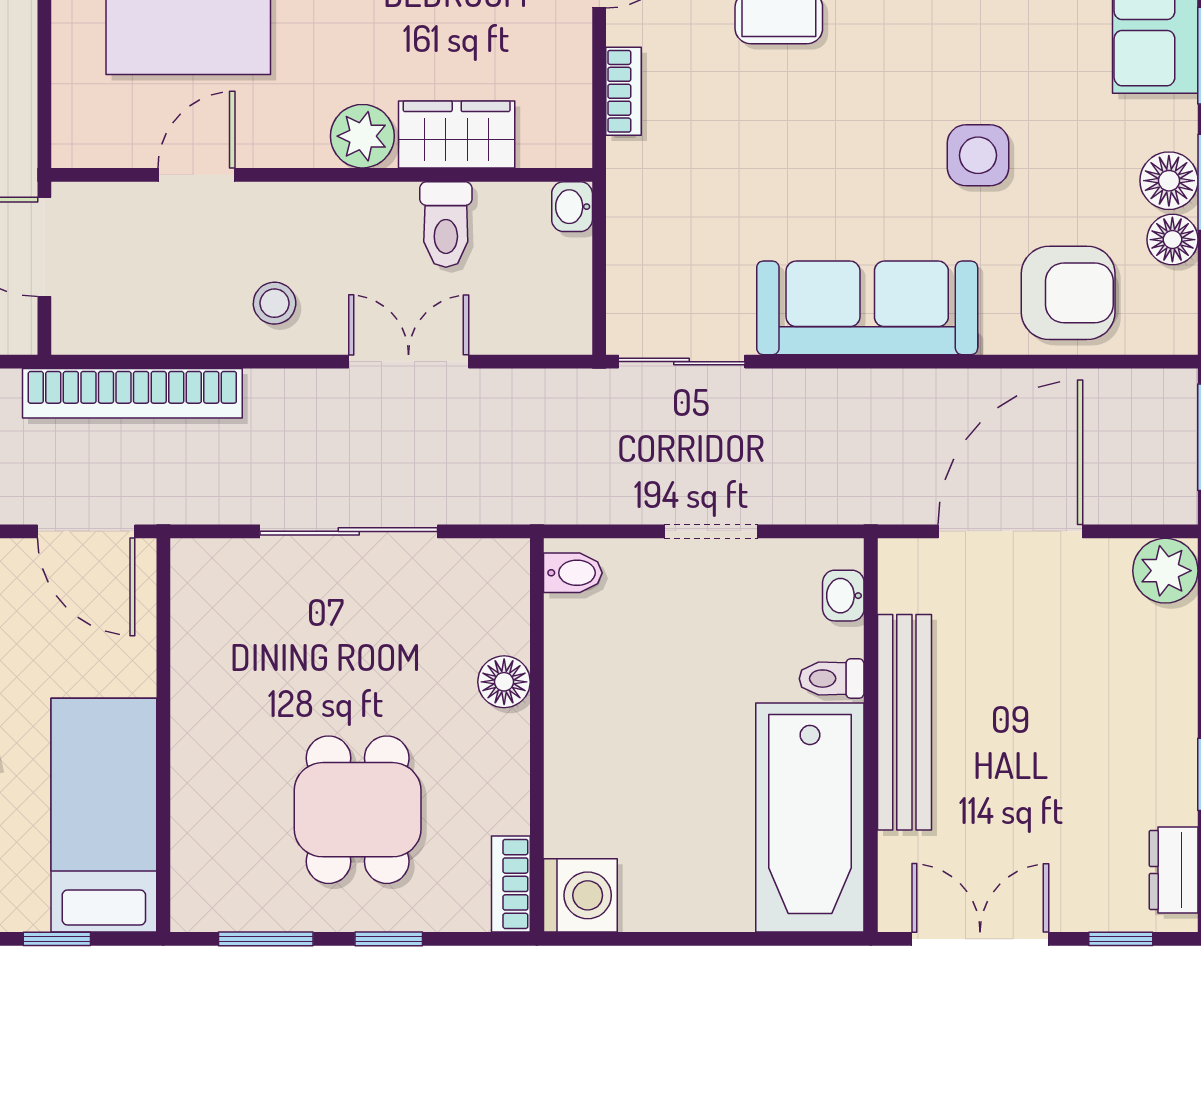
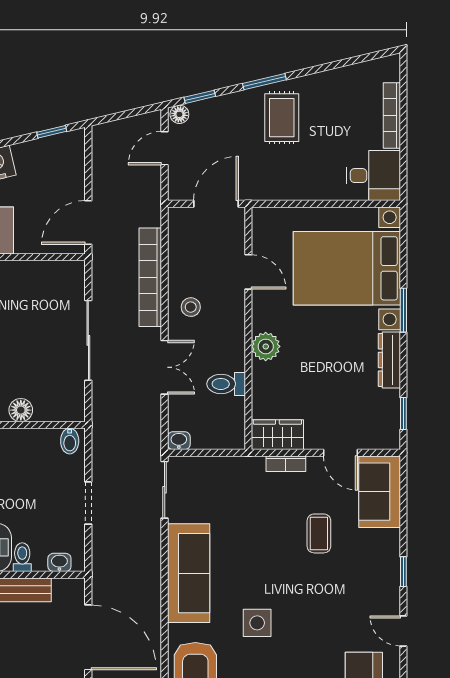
wardrobe: (457, 134) -> (277, 435), moved, turned -90
washbasin: (572, 207) -> (179, 441), moved
bookcase: (132, 393) -> (150, 277), moved

